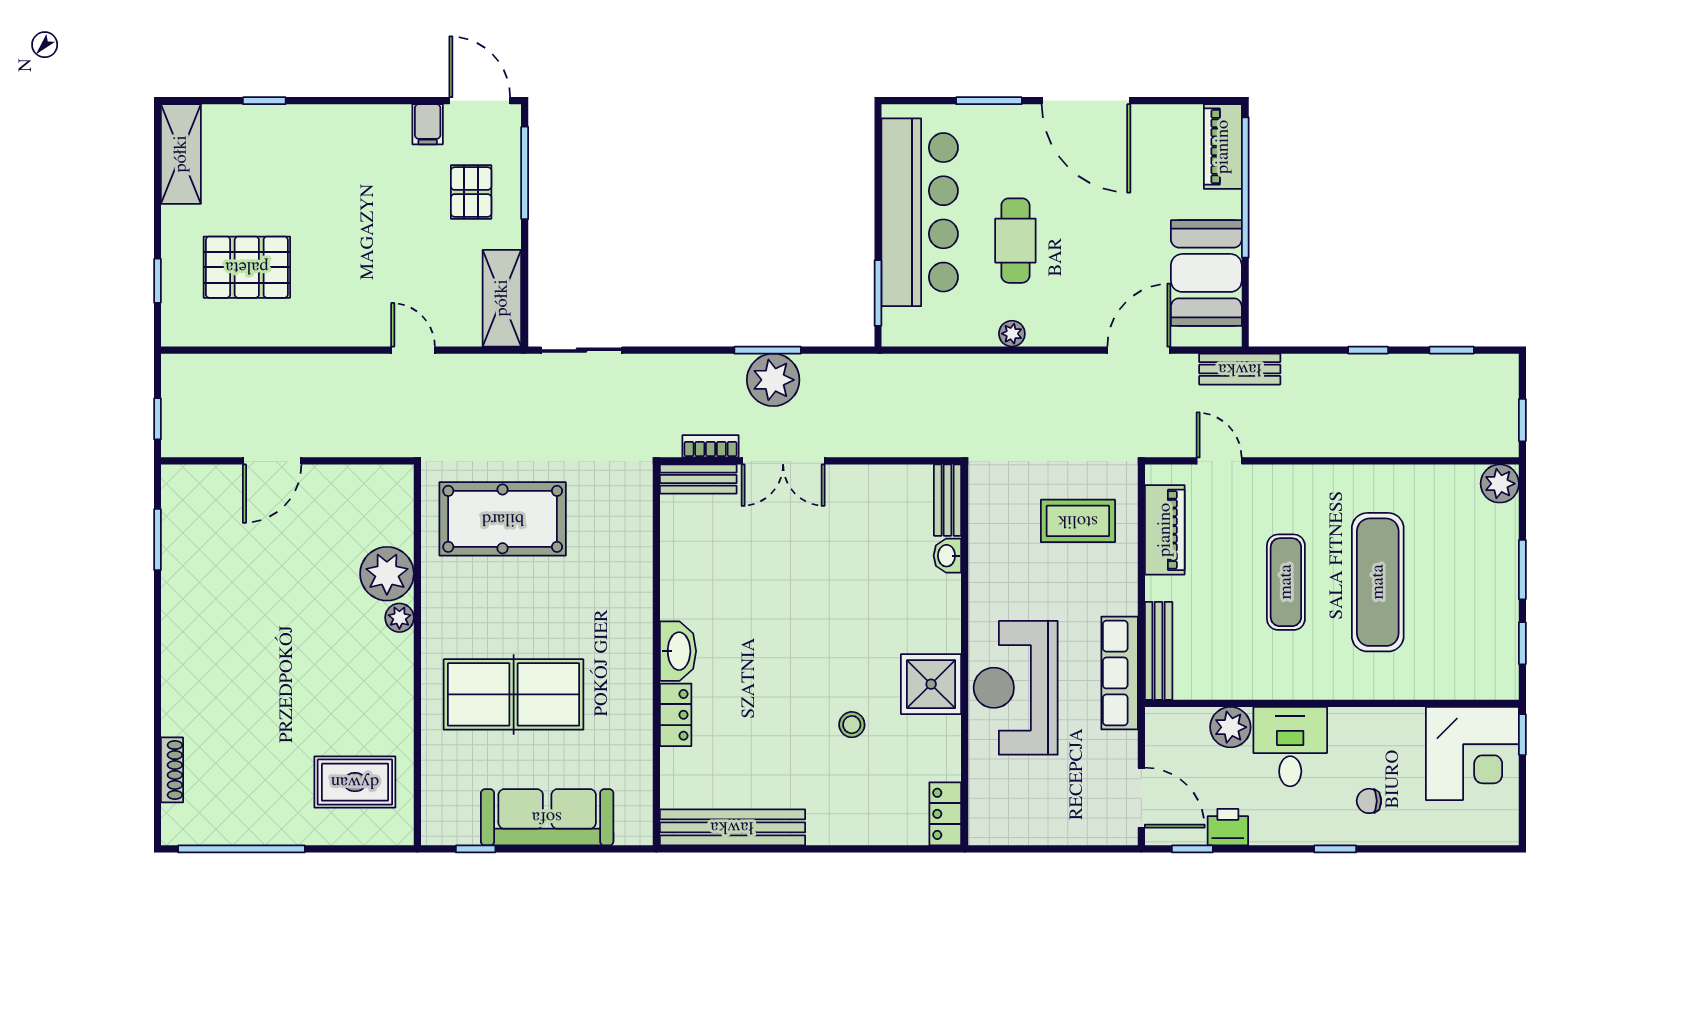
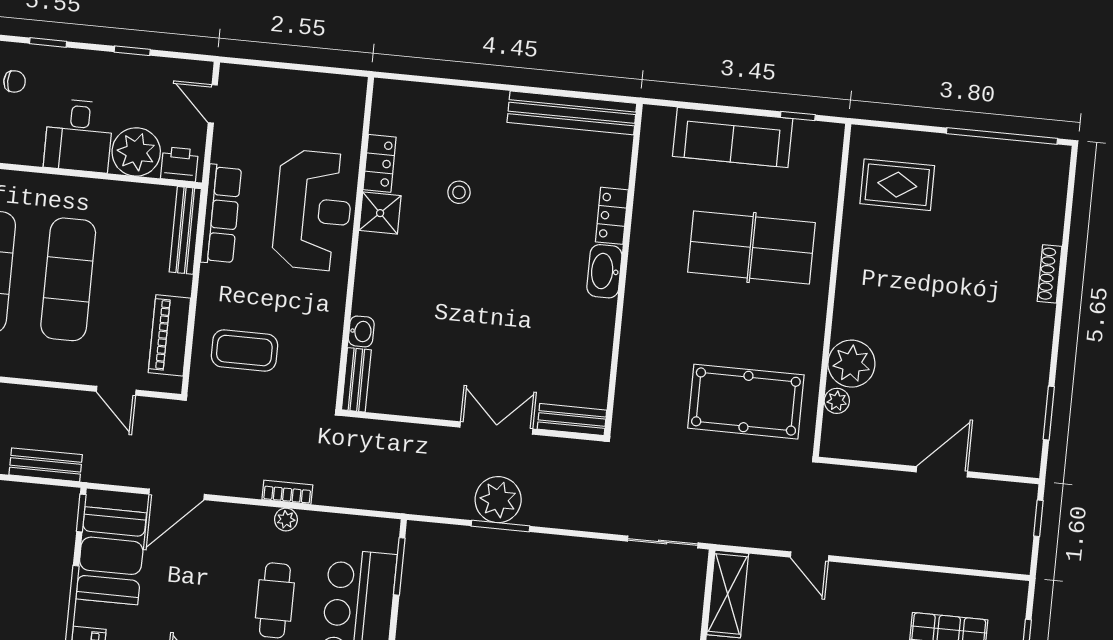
window: (1245, 318) -> (81, 513), added
bench: (1240, 369) -> (46, 465), moved
bookcase: (711, 446) -> (287, 492), moved, turned 180
exercise mat: (1286, 582) -> (68, 279), width x1.36, depth x1.45
plant: (399, 618) -> (837, 401), moved
shower: (931, 684) -> (380, 213), width x0.73, depth x0.73
plant: (1230, 727) -> (136, 152), width x1.36, depth x1.36
shoe rack: (172, 770) -> (1050, 274), moved
door: (1141, 798) -> (213, 104), width x0.73
locker: (945, 814) -> (380, 163), moved
printer: (1228, 827) -> (179, 164), moved, turned 180
window: (1192, 849) -> (132, 51), moved

